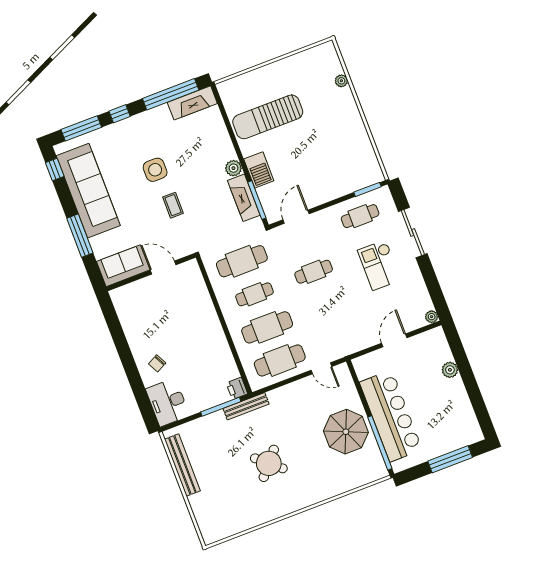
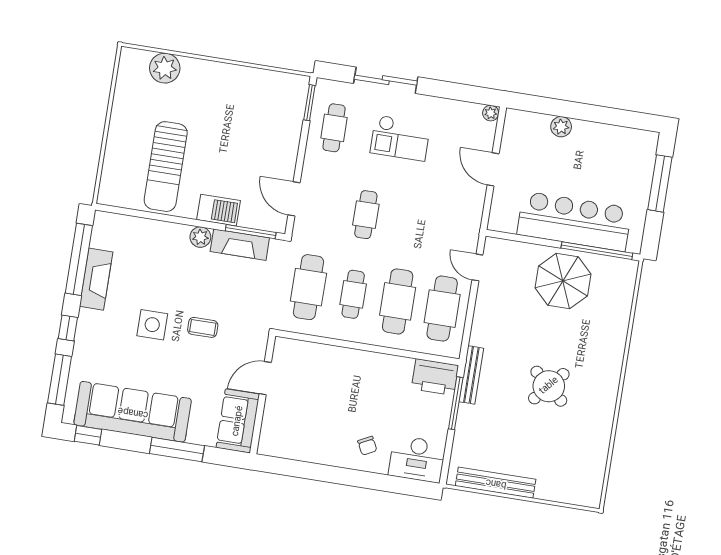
plant: (341, 81) -> (165, 68), width x1.88, depth x1.88
fireplace: (192, 103) -> (96, 279), moved
door: (321, 368) -> (477, 267), swing flipped
printer: (237, 388) -> (435, 377), width x1.87, depth x1.48

